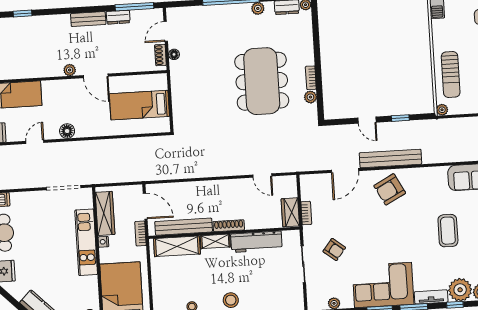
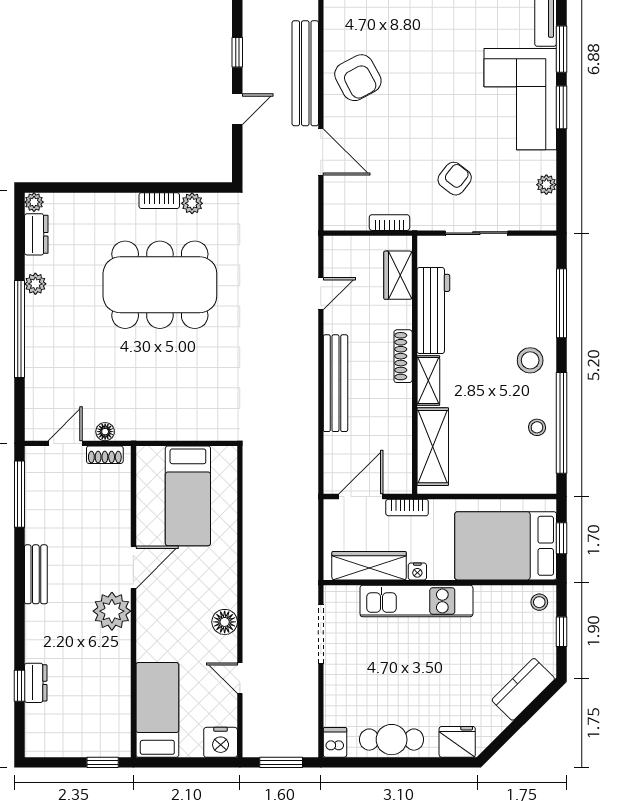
dresser: (118, 17) -> (36, 683), moved
door: (166, 31) -> (65, 443), swing flipped
plant: (70, 70) -> (112, 611), width x1.87, depth x1.87
wardrobe: (290, 212) -> (398, 275), moved, turned 90
bench: (184, 227) -> (335, 383), moved

